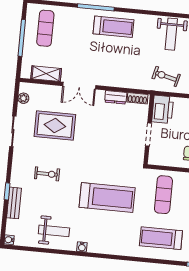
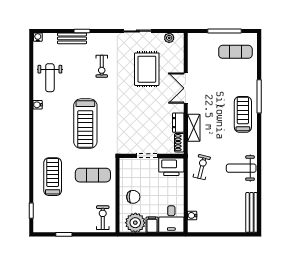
treadmill: (114, 27) -> (243, 114), turned 180
shelving: (46, 74) -> (194, 128), moved

